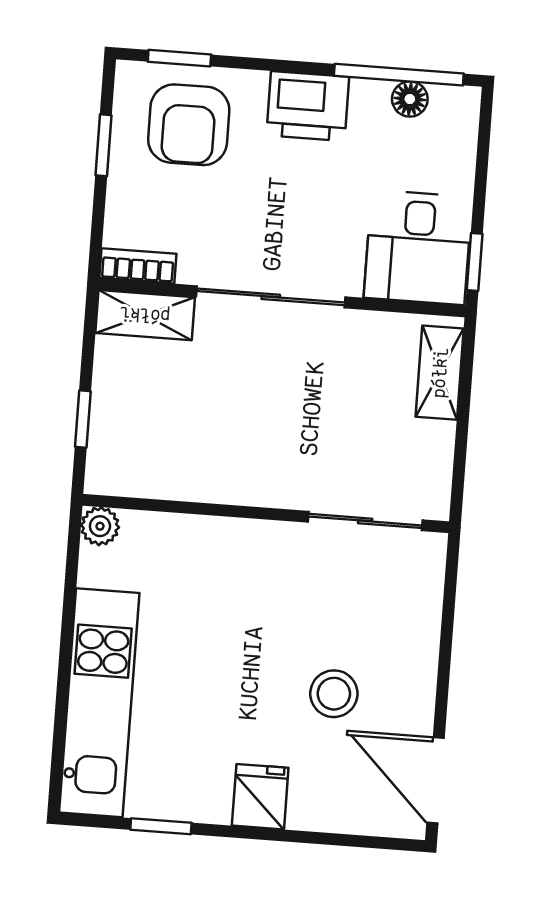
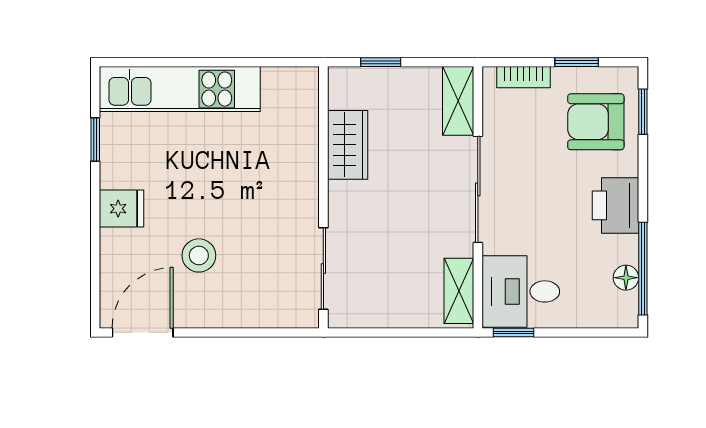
bookcase: (138, 266) -> (524, 77), moved, turned 90
shelving: (440, 373) -> (459, 291), moved, turned 90
wardrobe: (195, 474) -> (348, 145), added
plant: (100, 526) -> (305, 80), removed

